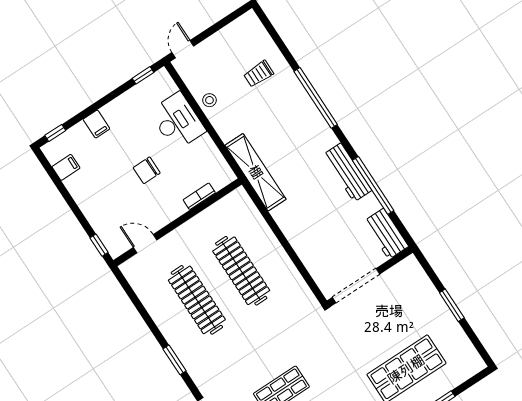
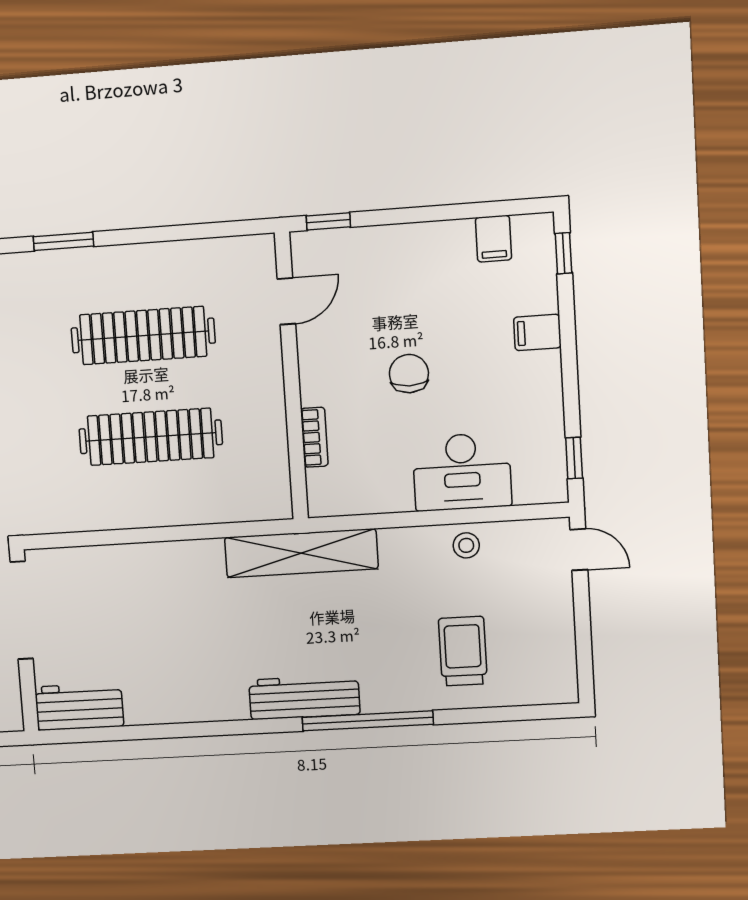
trolley: (259, 74) -> (463, 651), width x1.36, depth x1.39
workbench: (347, 172) -> (304, 697), moved
window: (373, 185) -> (170, 731), removed

